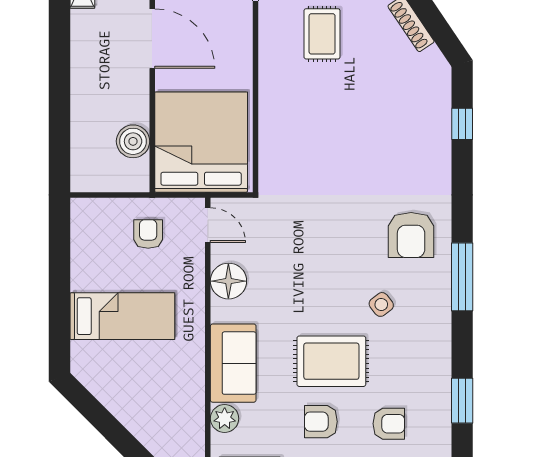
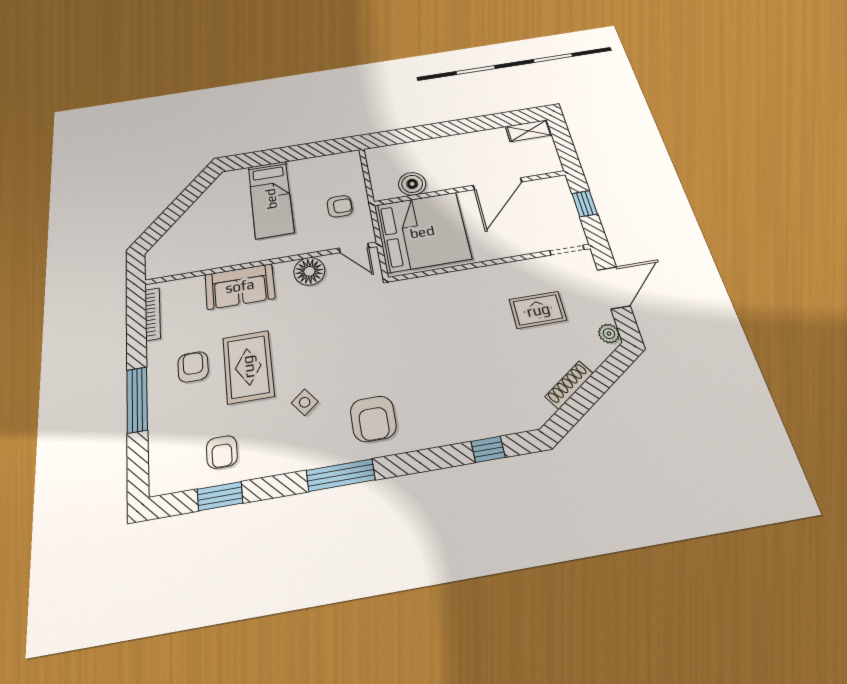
door: (208, 225) -> (354, 248), hinge flipped
armchair: (411, 235) -> (373, 419), turned -90
plant: (225, 419) -> (192, 288), removed
armchair: (389, 424) -> (222, 452), moved

